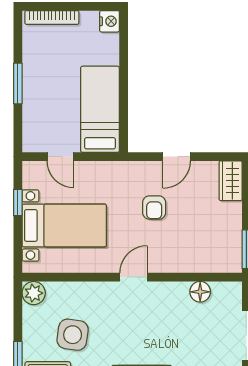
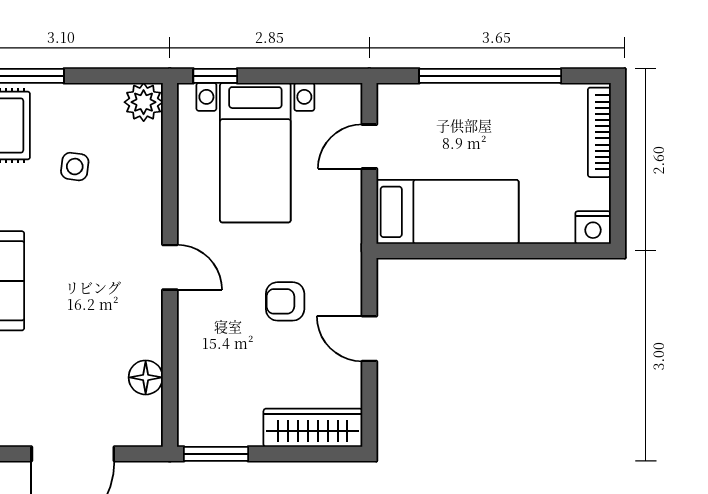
window: (18, 84) -> (490, 76), width x2.11
wardrobe: (231, 181) -> (313, 428), width x1.50
window: (18, 202) -> (215, 76), moved
side table: (73, 335) -> (75, 167), width x0.54, depth x0.54

